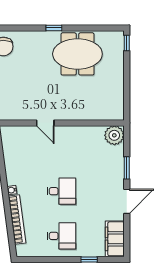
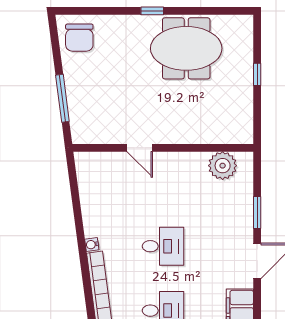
window: (127, 43) -> (257, 74), moved
plant: (114, 135) -> (223, 166), moved

